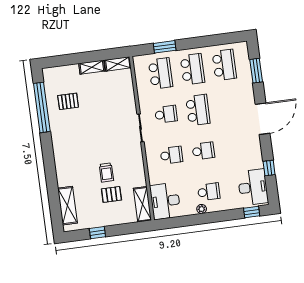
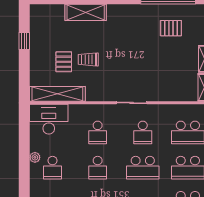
pallet: (68, 101) -> (171, 28), turned 90
shelving: (142, 204) -> (57, 94), width x1.47
shelving: (67, 206) -> (86, 12), moved

